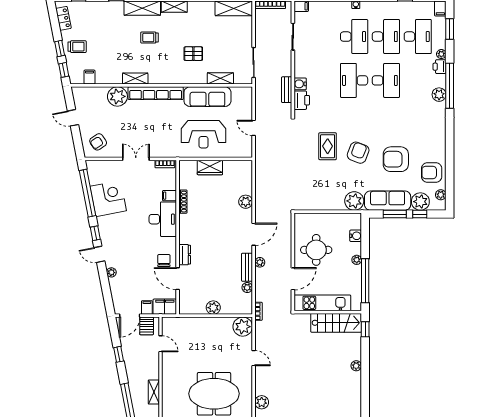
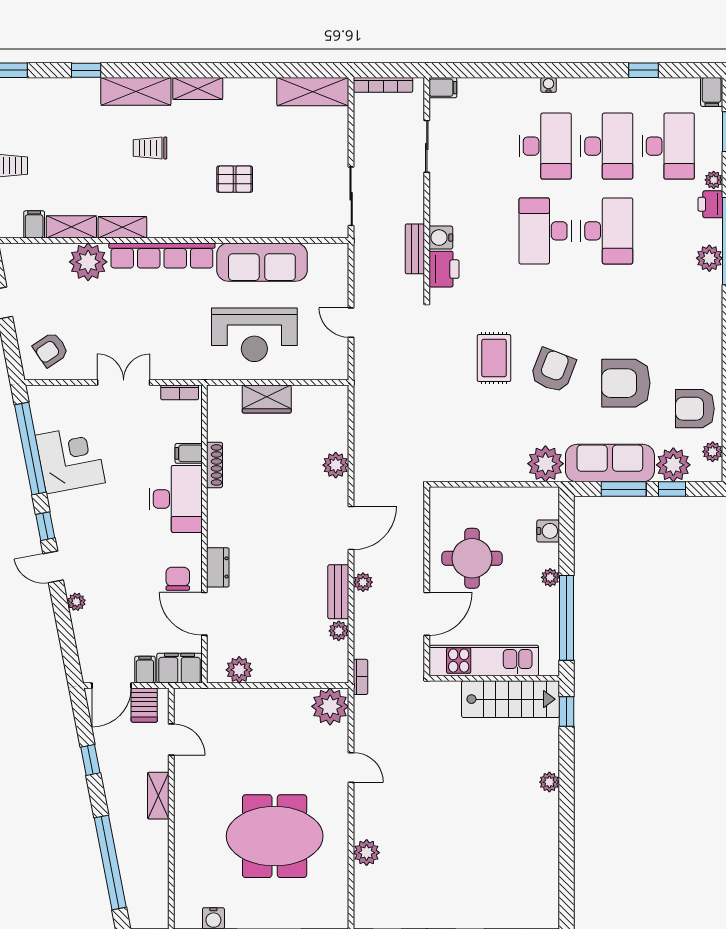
shelving: (220, 78) -> (71, 227), moved
plant: (213, 308) -> (239, 670), moved
shelving: (154, 392) -> (158, 796), moved

